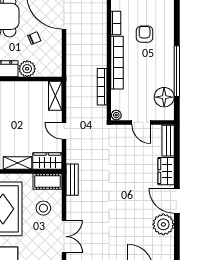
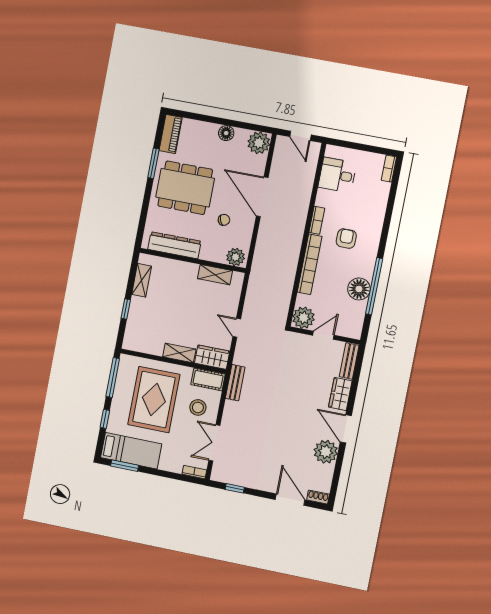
plant: (27, 69) -> (236, 257), moved
bookcase: (102, 87) -> (288, 288), removed
shelving: (55, 96) -> (215, 275), moved, turned 90
floor lamp: (164, 97) -> (359, 289), moved
plant: (116, 115) -> (304, 318), width x1.87, depth x1.87
door: (141, 122) -> (323, 335), swing flipped
double door: (64, 237) -> (214, 443), swing flipped

